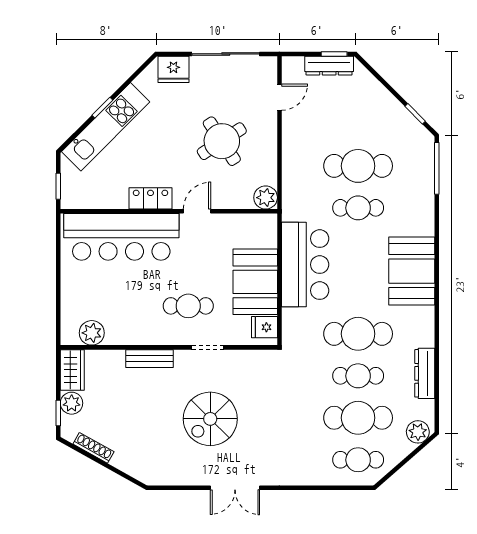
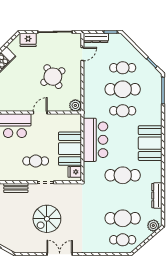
dresser: (329, 66) -> (96, 38), moved
locker: (150, 198) -> (16, 106), removed
cafe table: (358, 376) -> (123, 68), moved
double door: (235, 488) -> (60, 254), swing flipped

